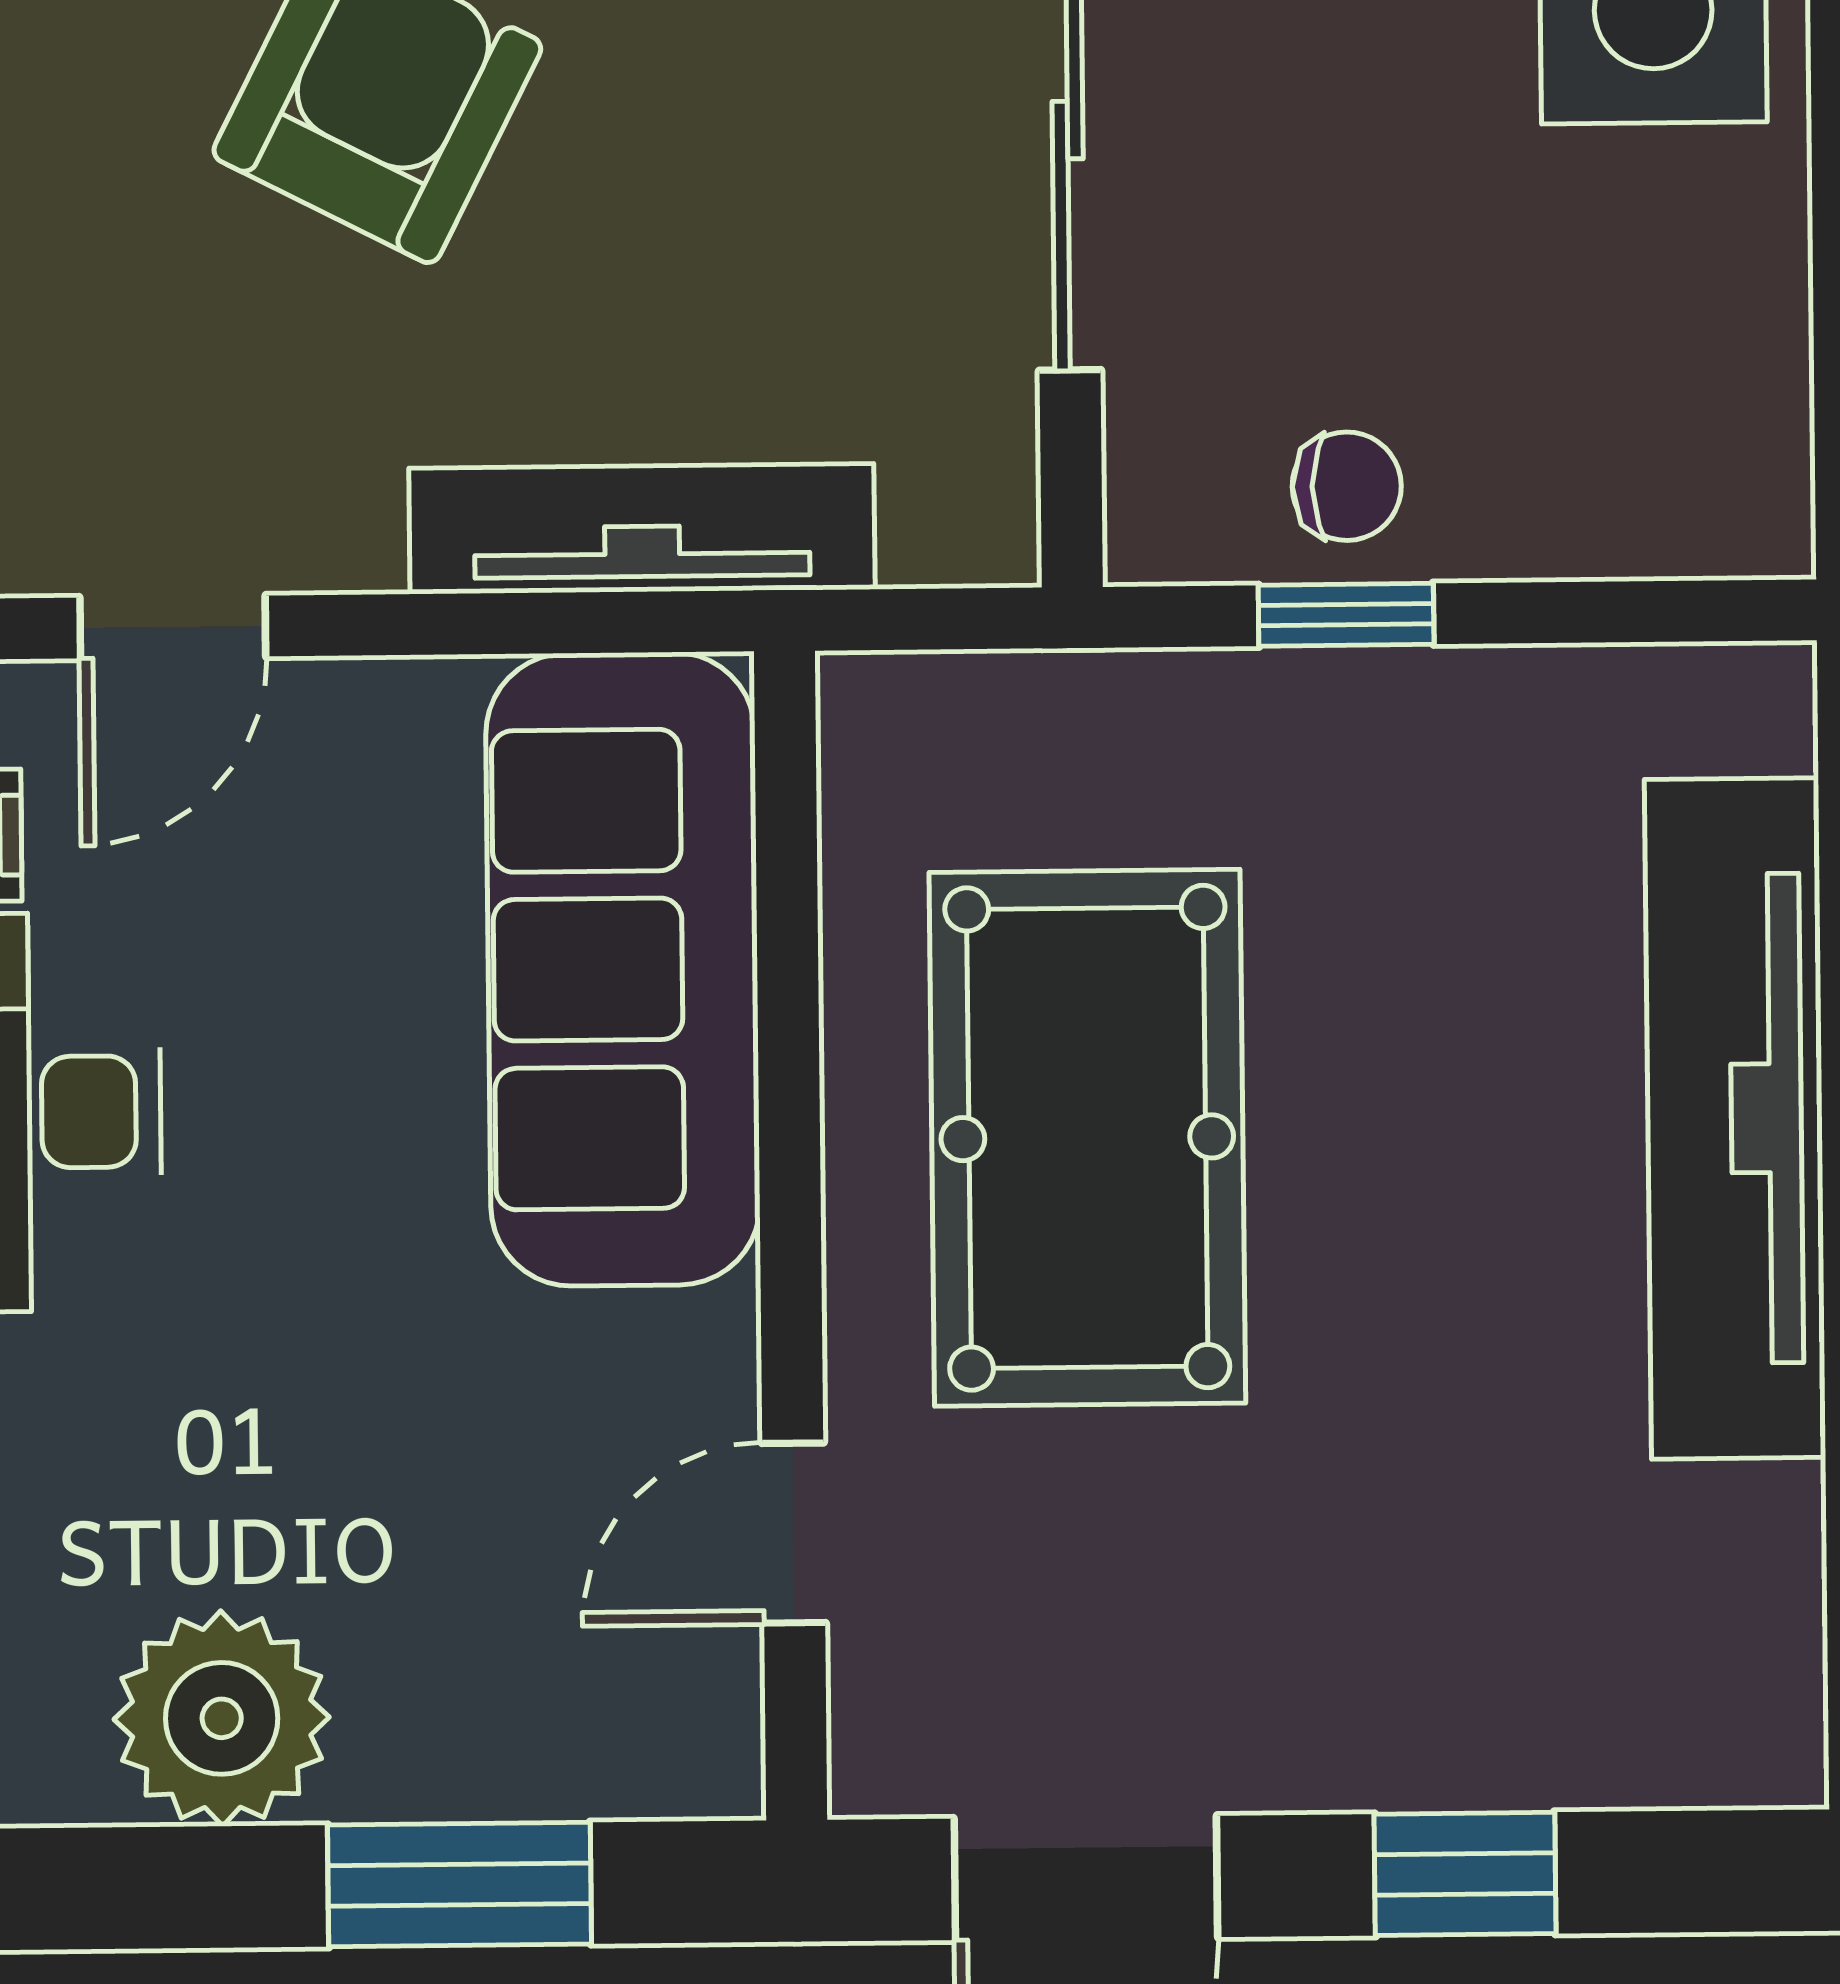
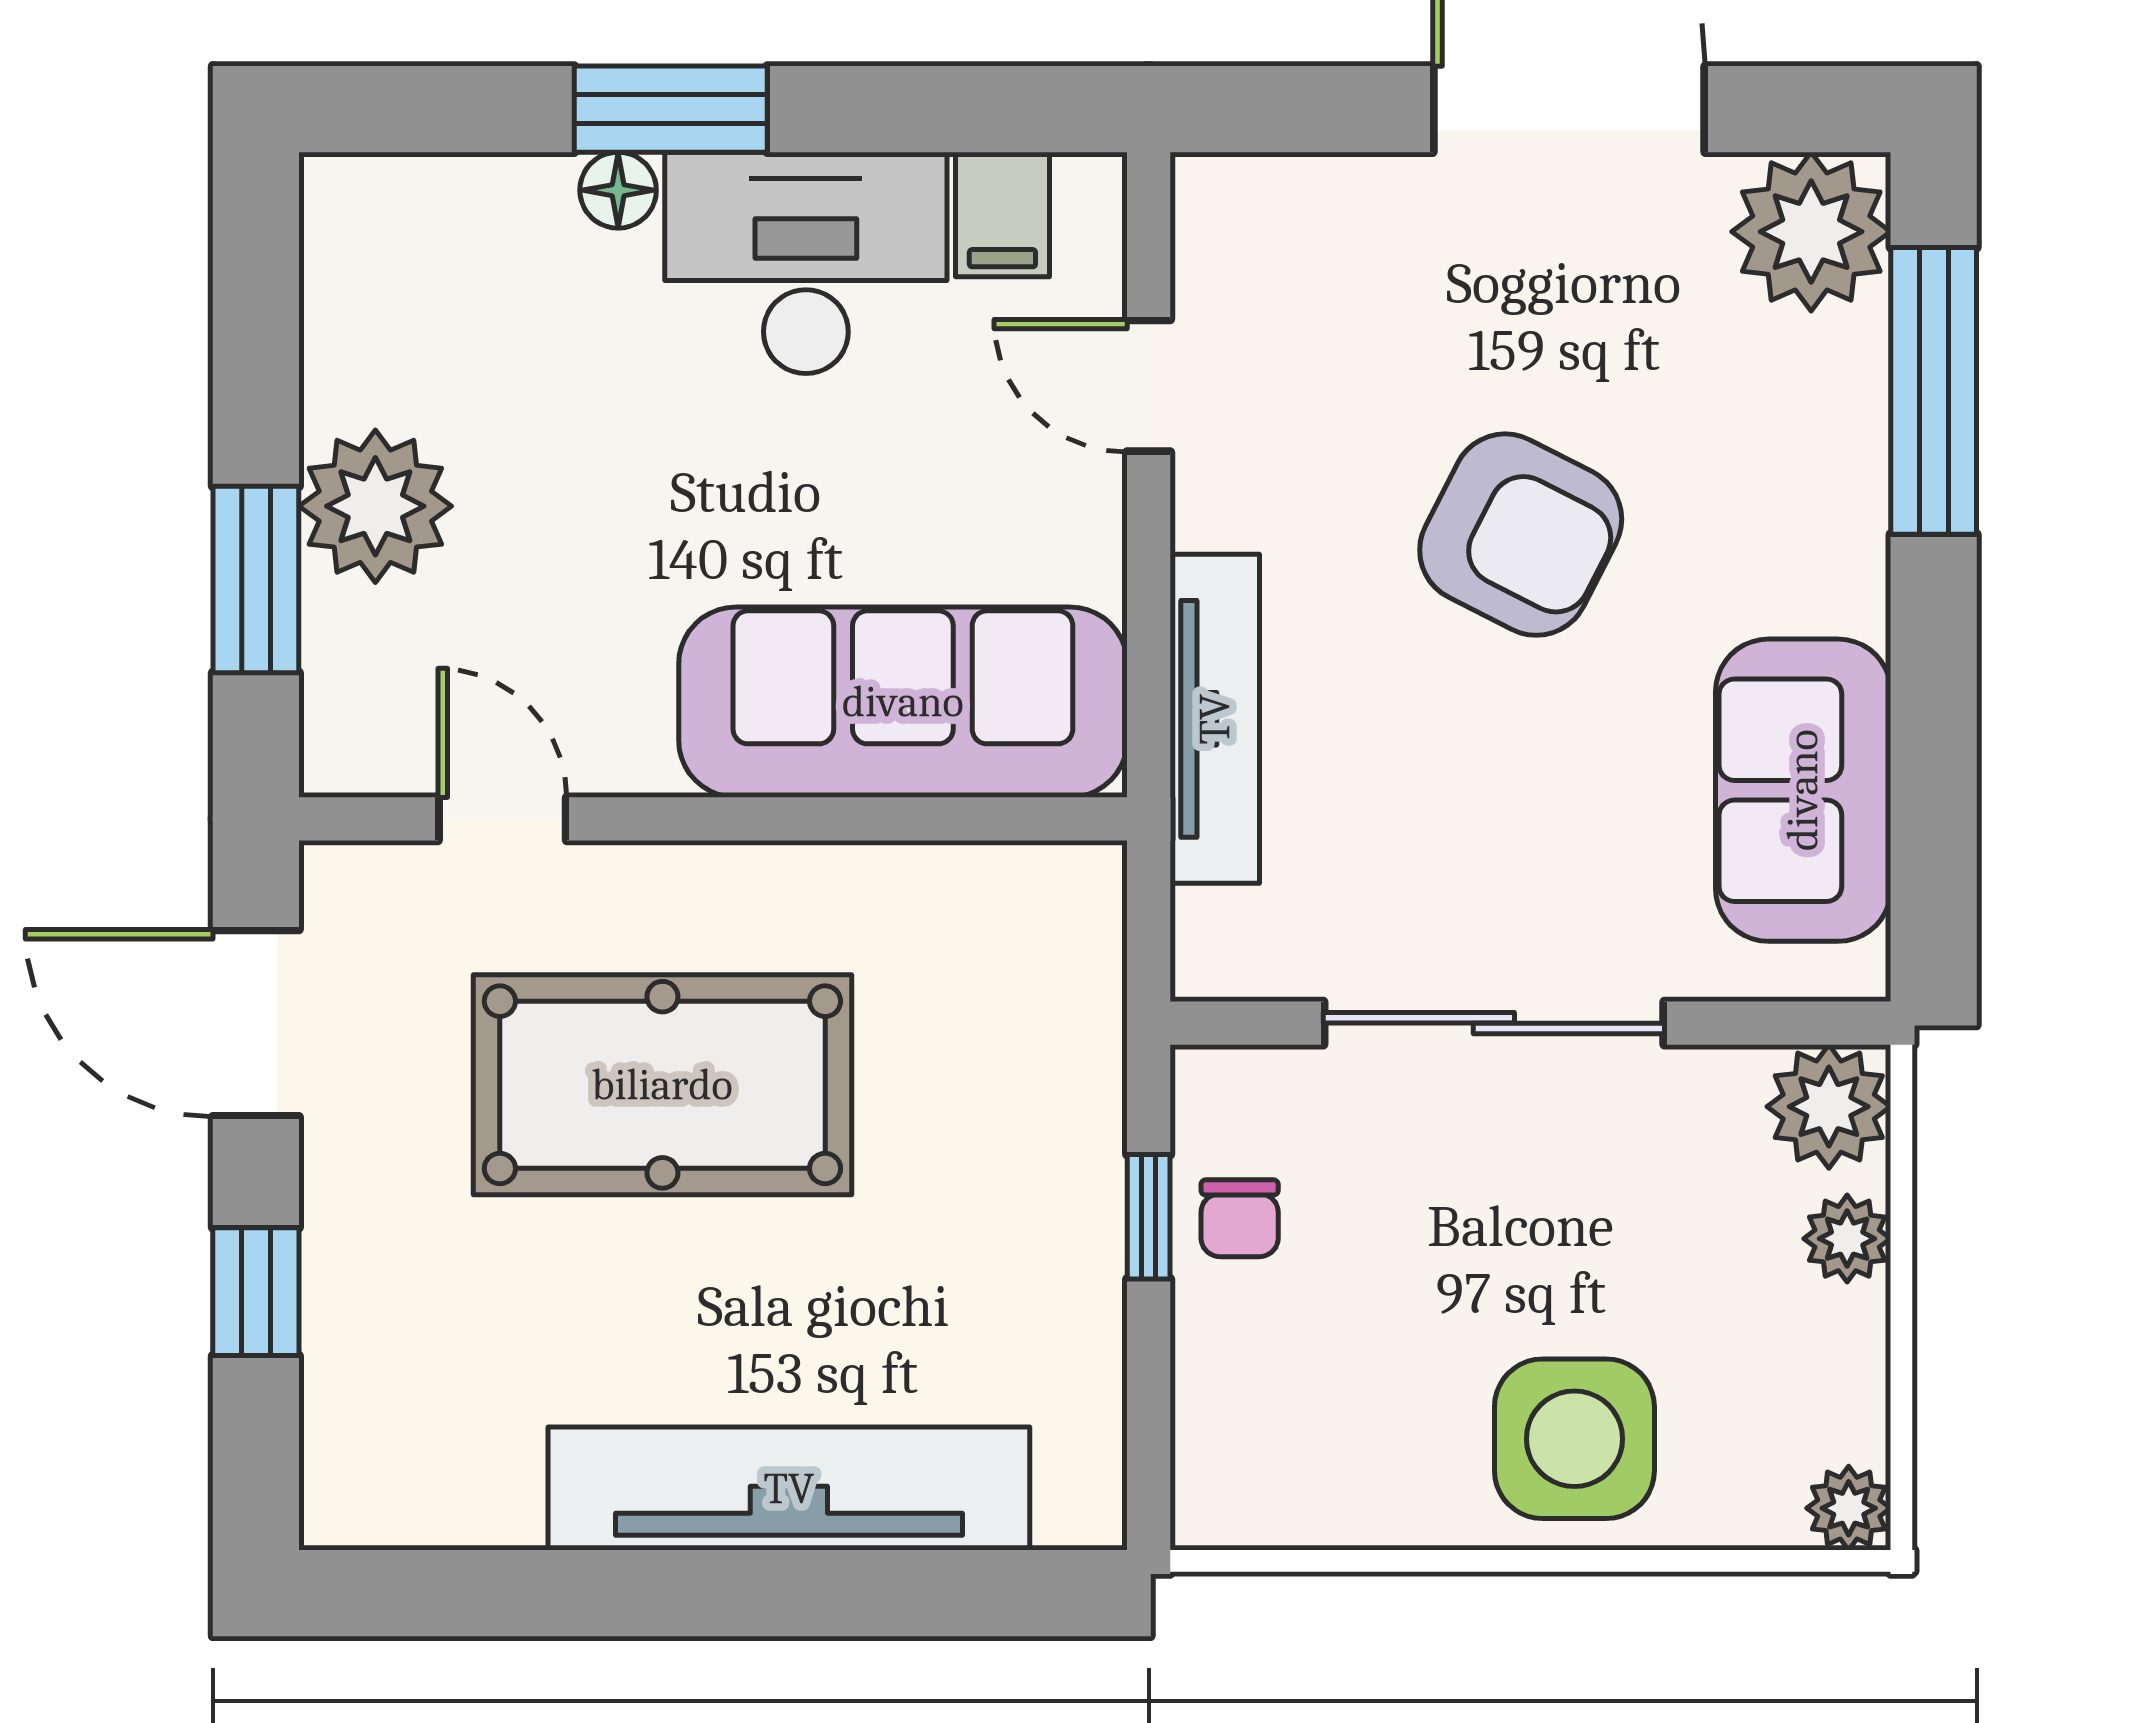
pool table: (1087, 1138) -> (662, 1085), moved
plant: (222, 1718) -> (375, 506), moved

